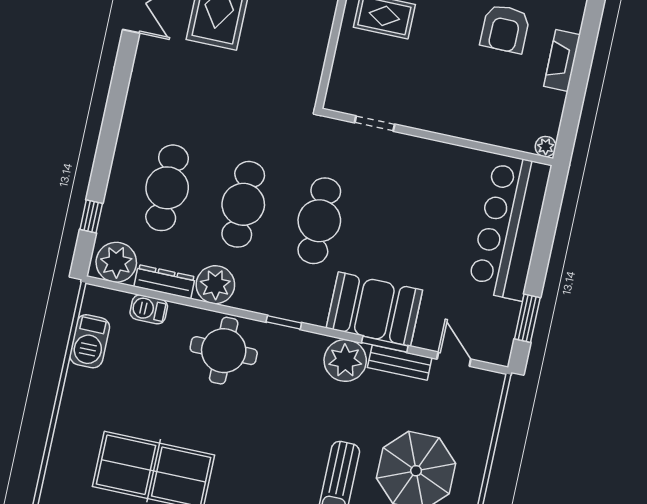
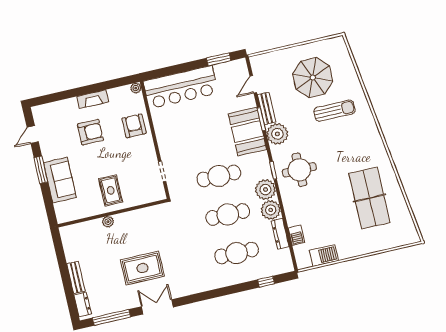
armchair: (480, 112) -> (134, 126), added
plant: (116, 262) -> (265, 190), moved
round table: (224, 351) -> (299, 170), moved

